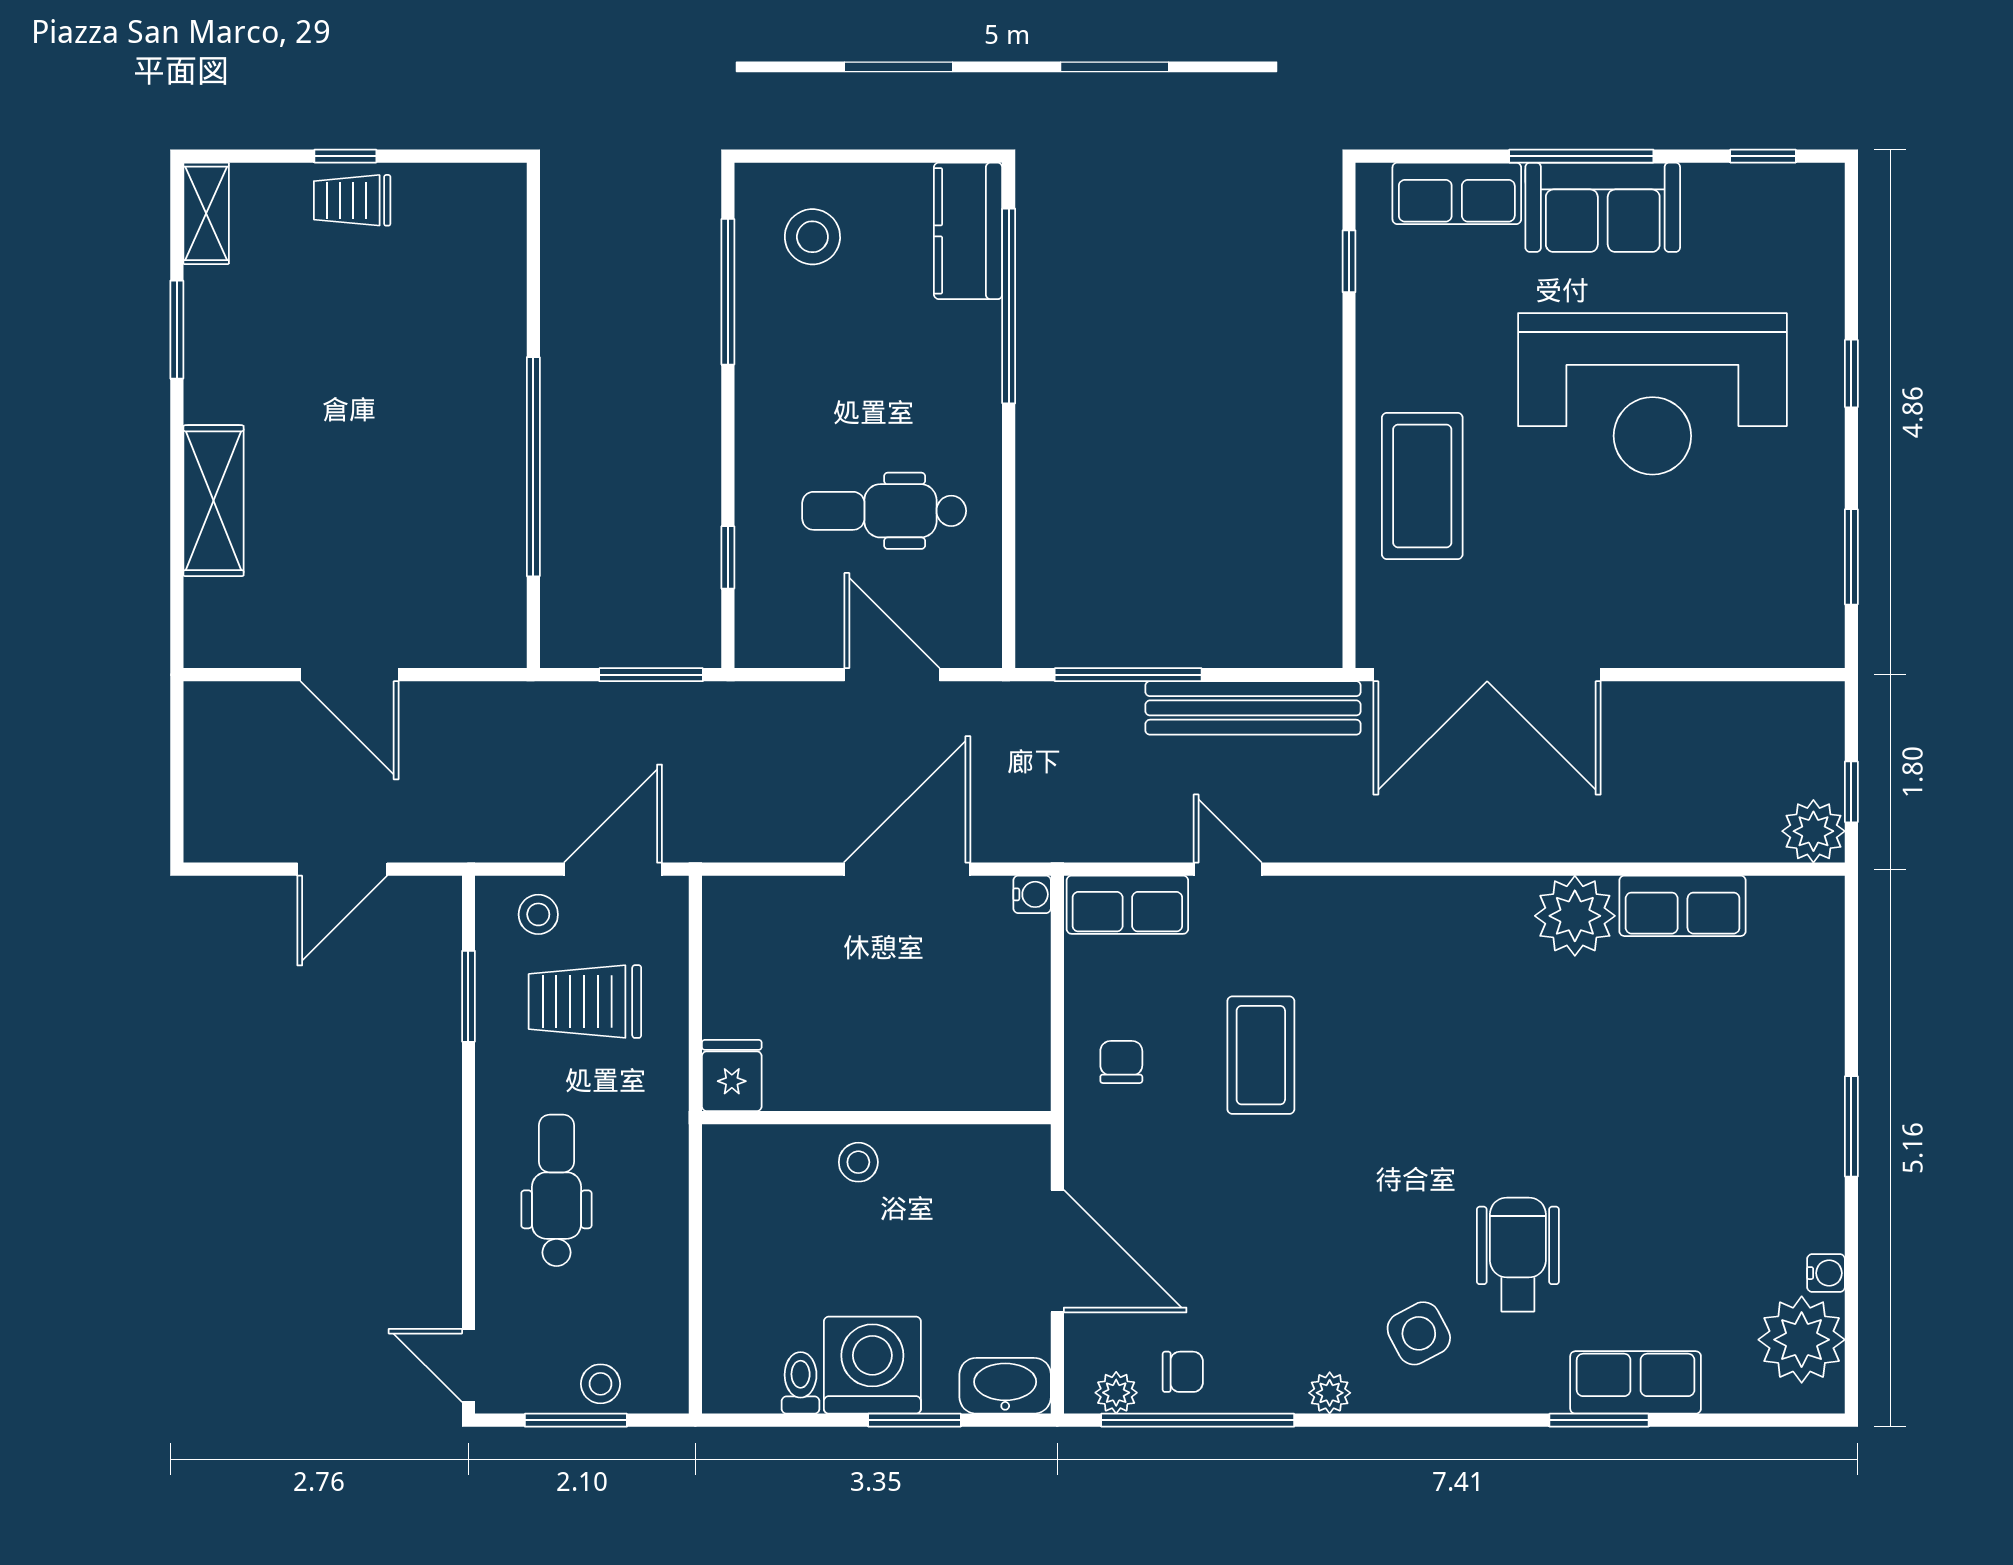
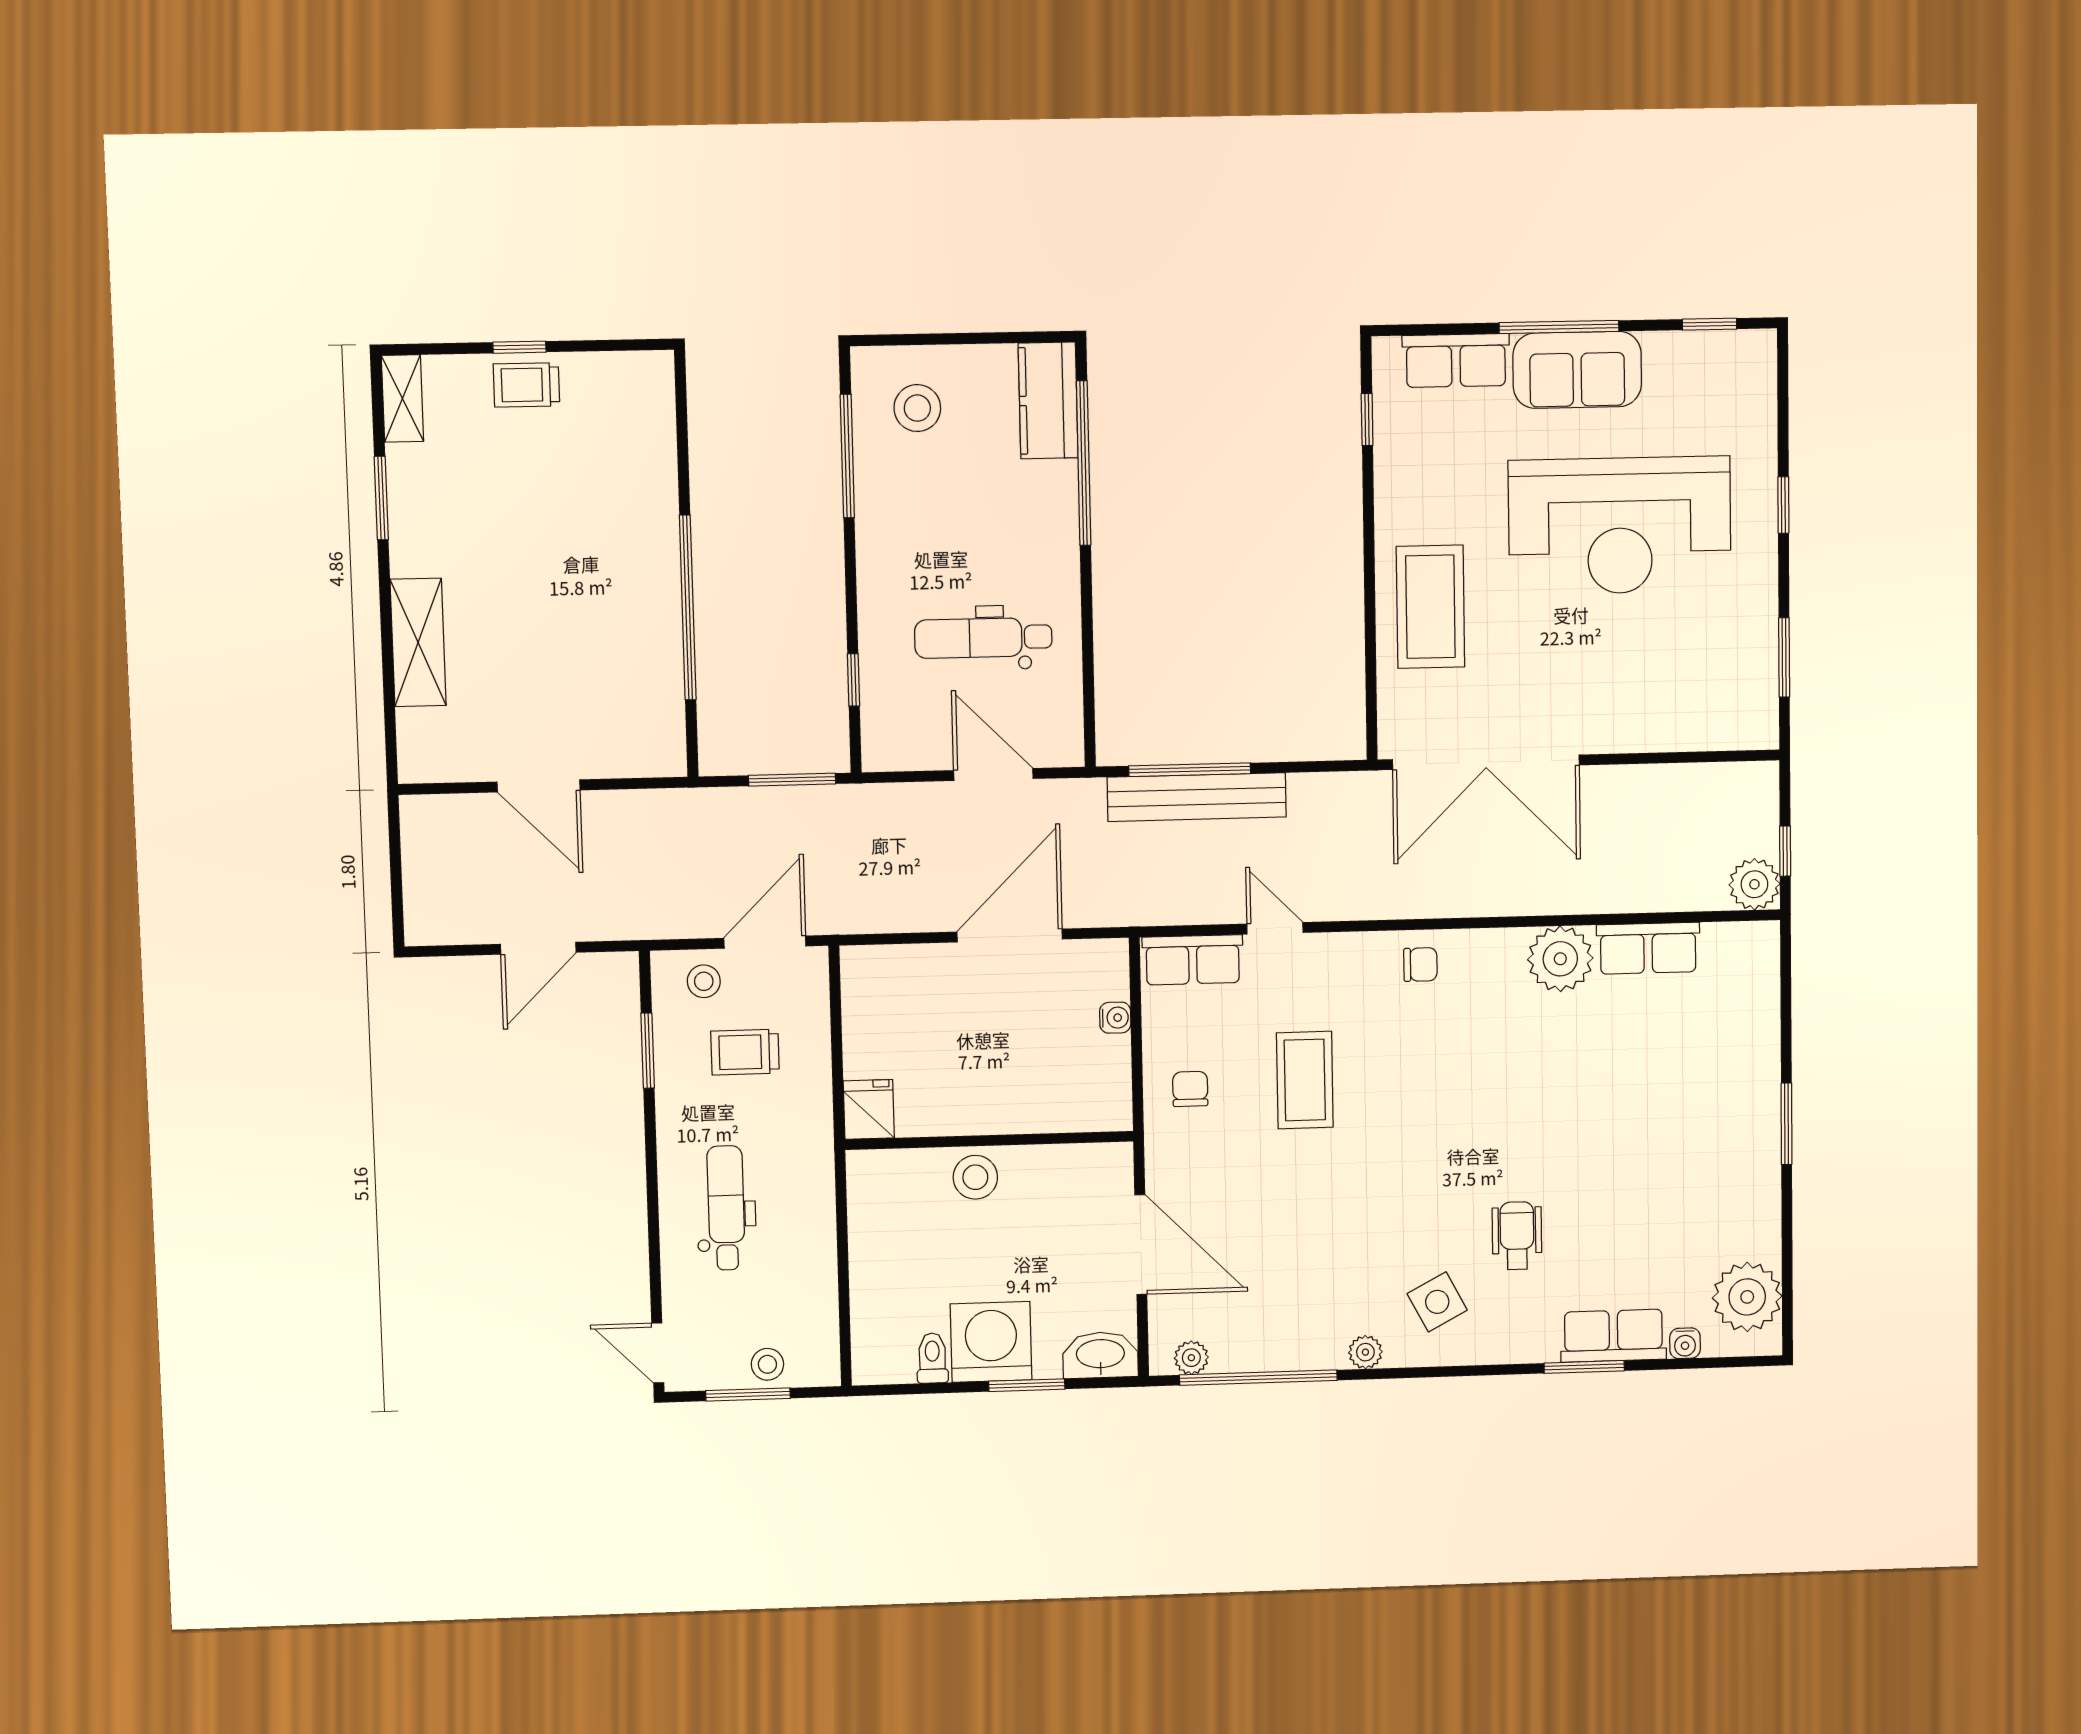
bench: (1253, 708) -> (1197, 797), moved
water cooler: (1032, 894) -> (1115, 1018), moved
trolley: (585, 1002) -> (745, 1052), width x0.73, depth x0.72
stool: (858, 1162) -> (975, 1177), width x1.37, depth x1.37
wheelchair: (1518, 1255) -> (1517, 1236), width x0.73, depth x0.73
water cooler: (1826, 1273) -> (1685, 1343), moved, turned 90
chair: (1183, 1372) -> (1420, 964), moved

